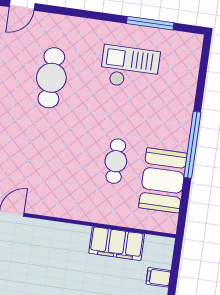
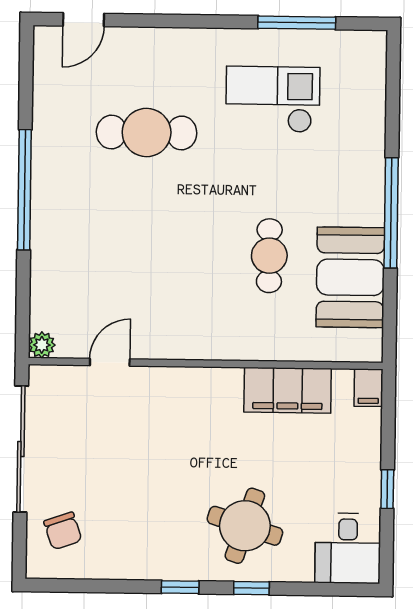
cafe table: (51, 78) -> (147, 132), turned 90
filing cabinet: (158, 277) -> (368, 388), moved, turned -90

